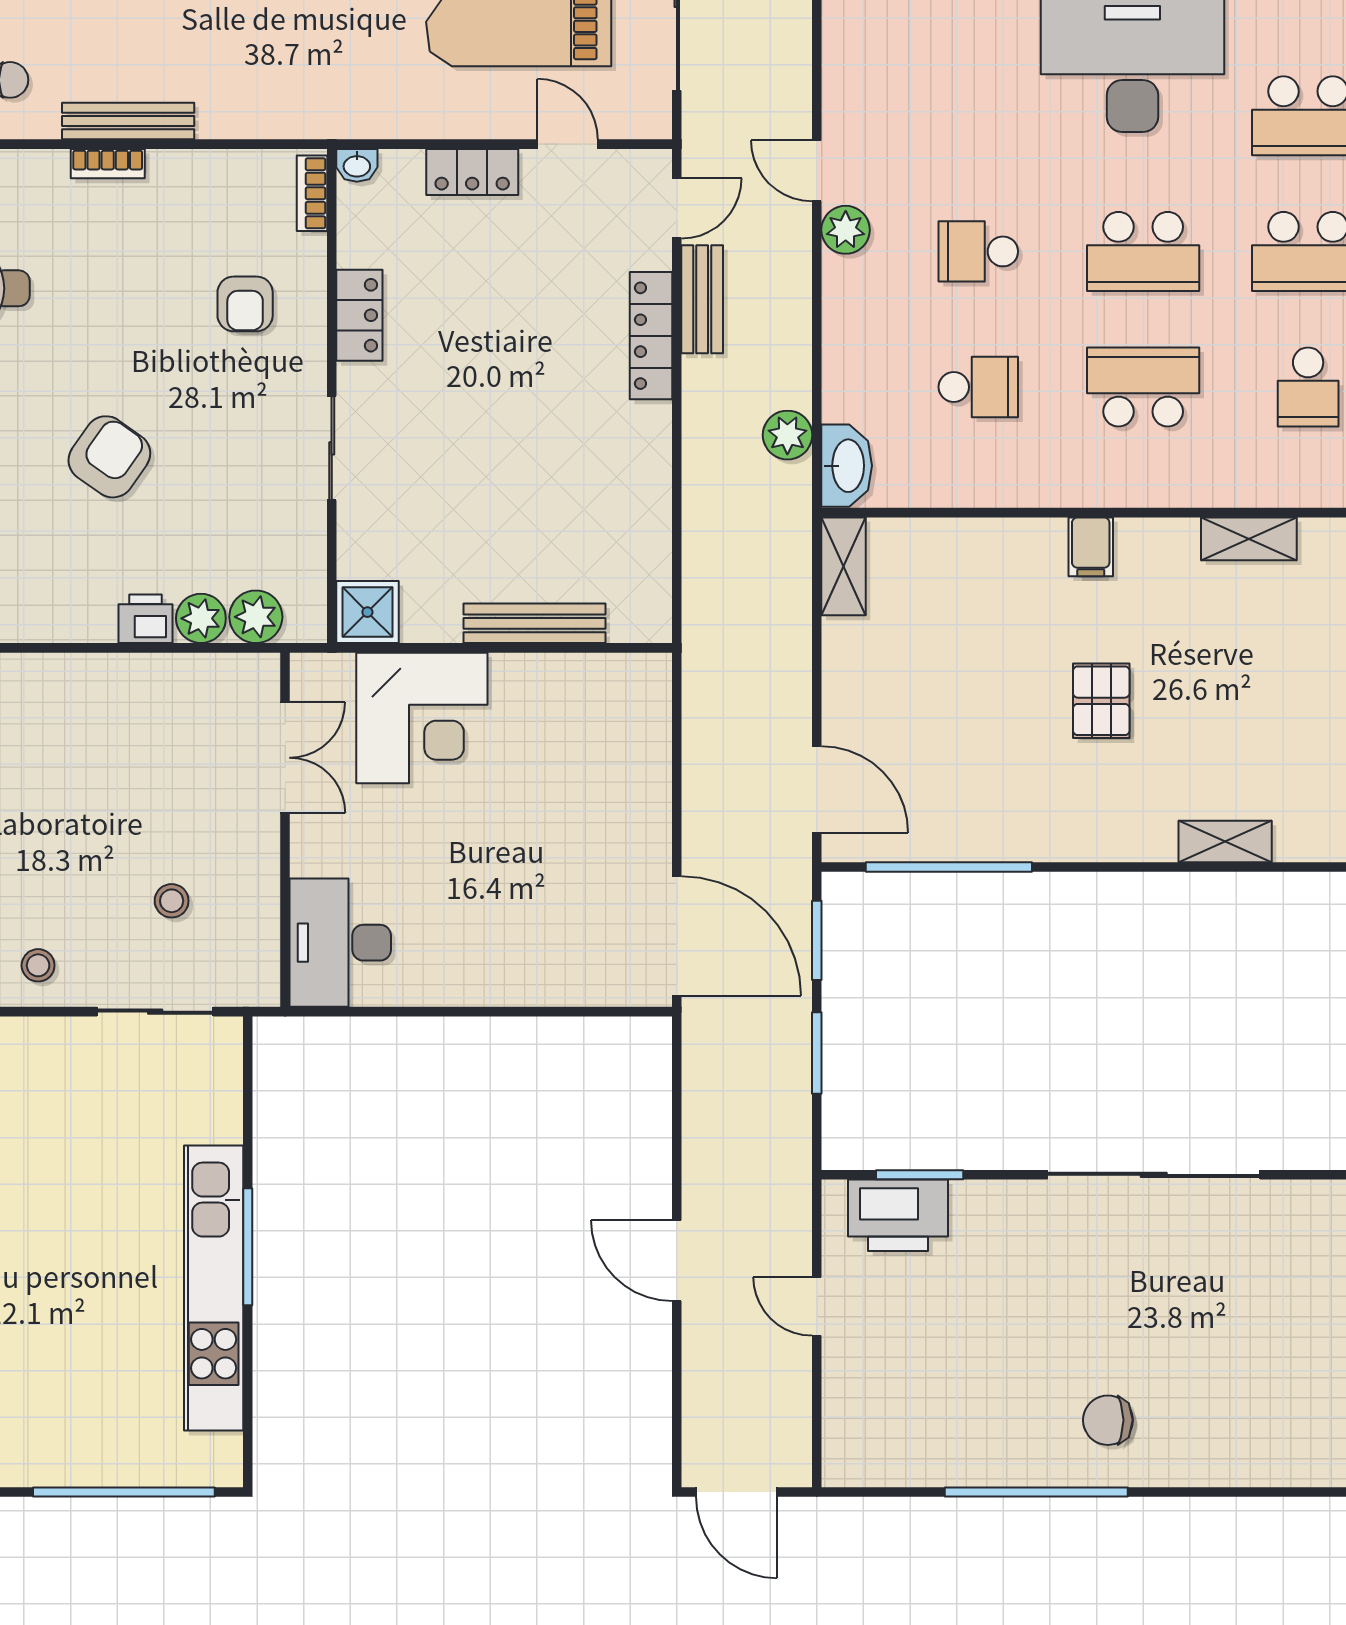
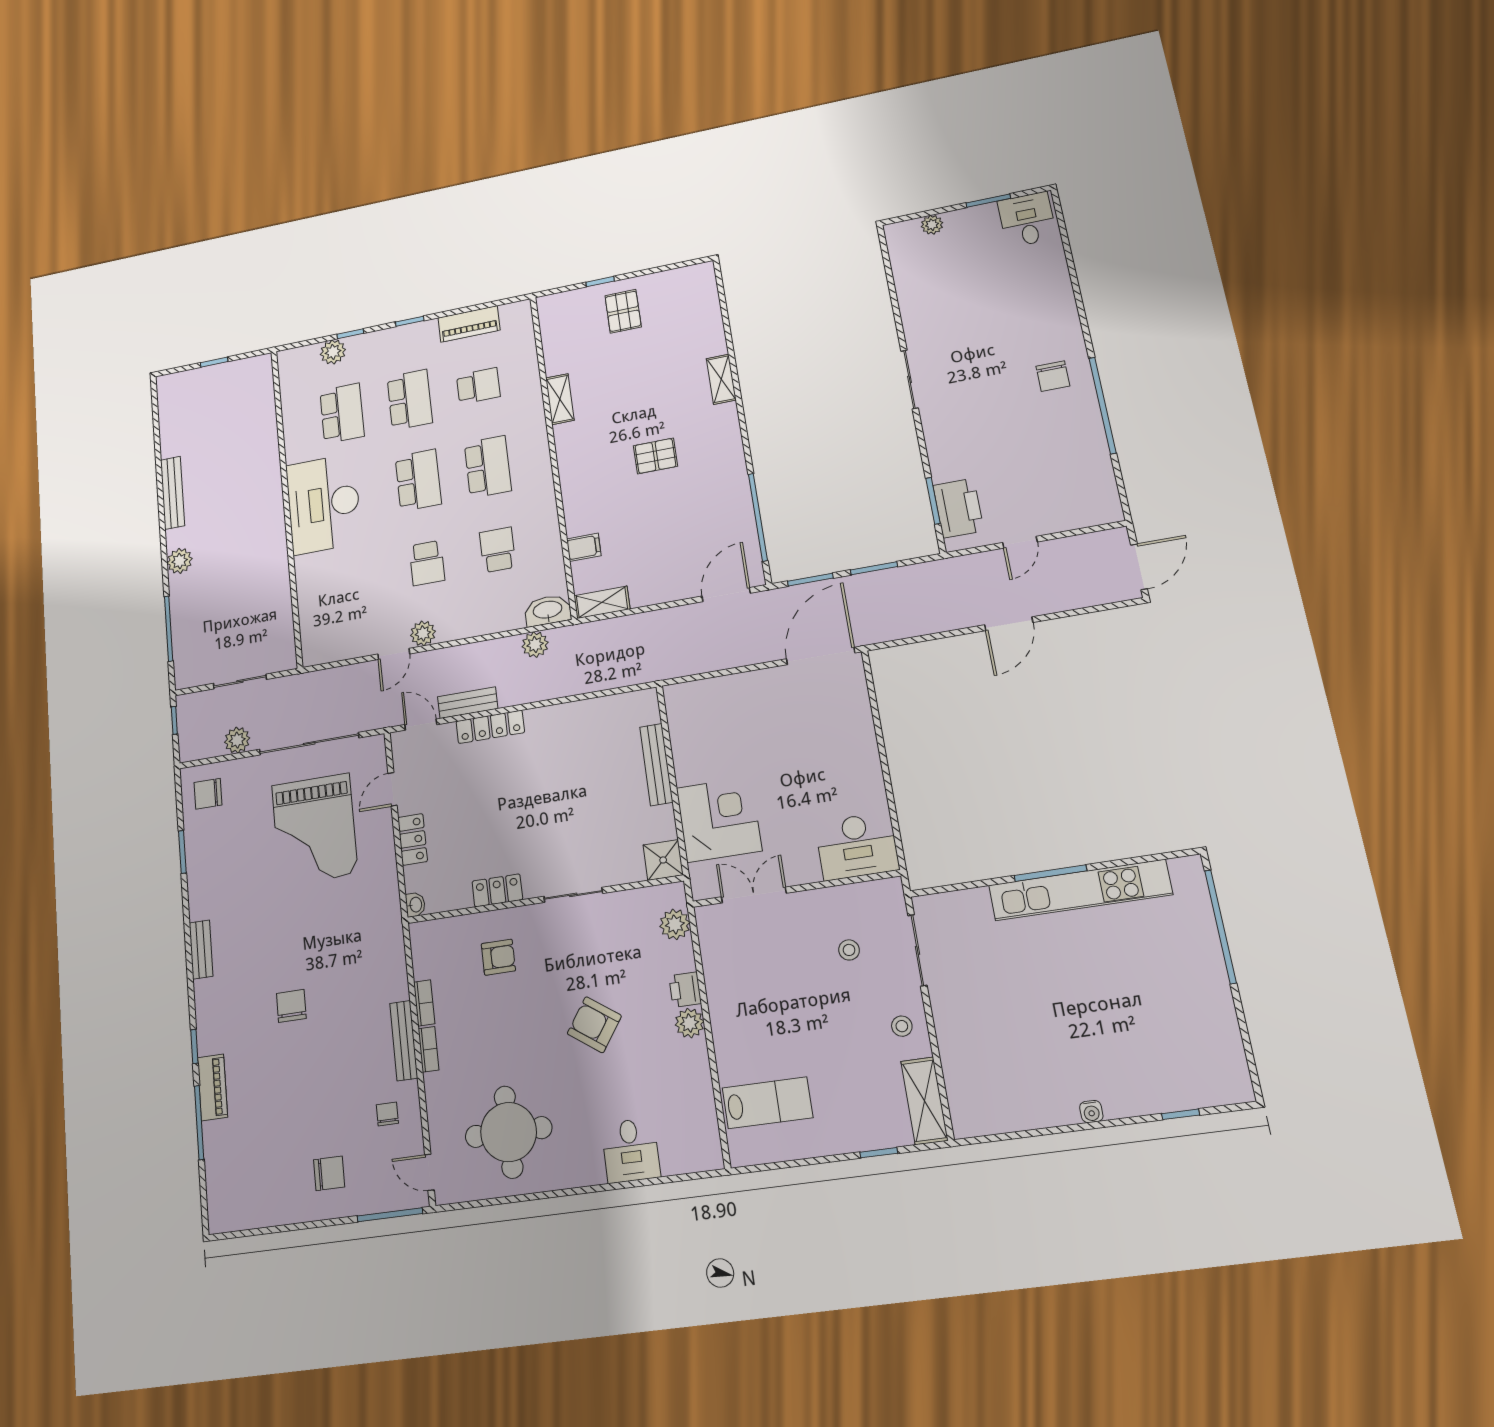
bookcase: (312, 193) -> (424, 1003), moved, turned -90
school desk: (1143, 387) -> (488, 467), turned 180
filing cabinet: (1091, 547) -> (584, 547), moved
plant: (201, 618) -> (690, 1023), moved
sliding door: (1154, 1175) -> (910, 379), width x0.54

